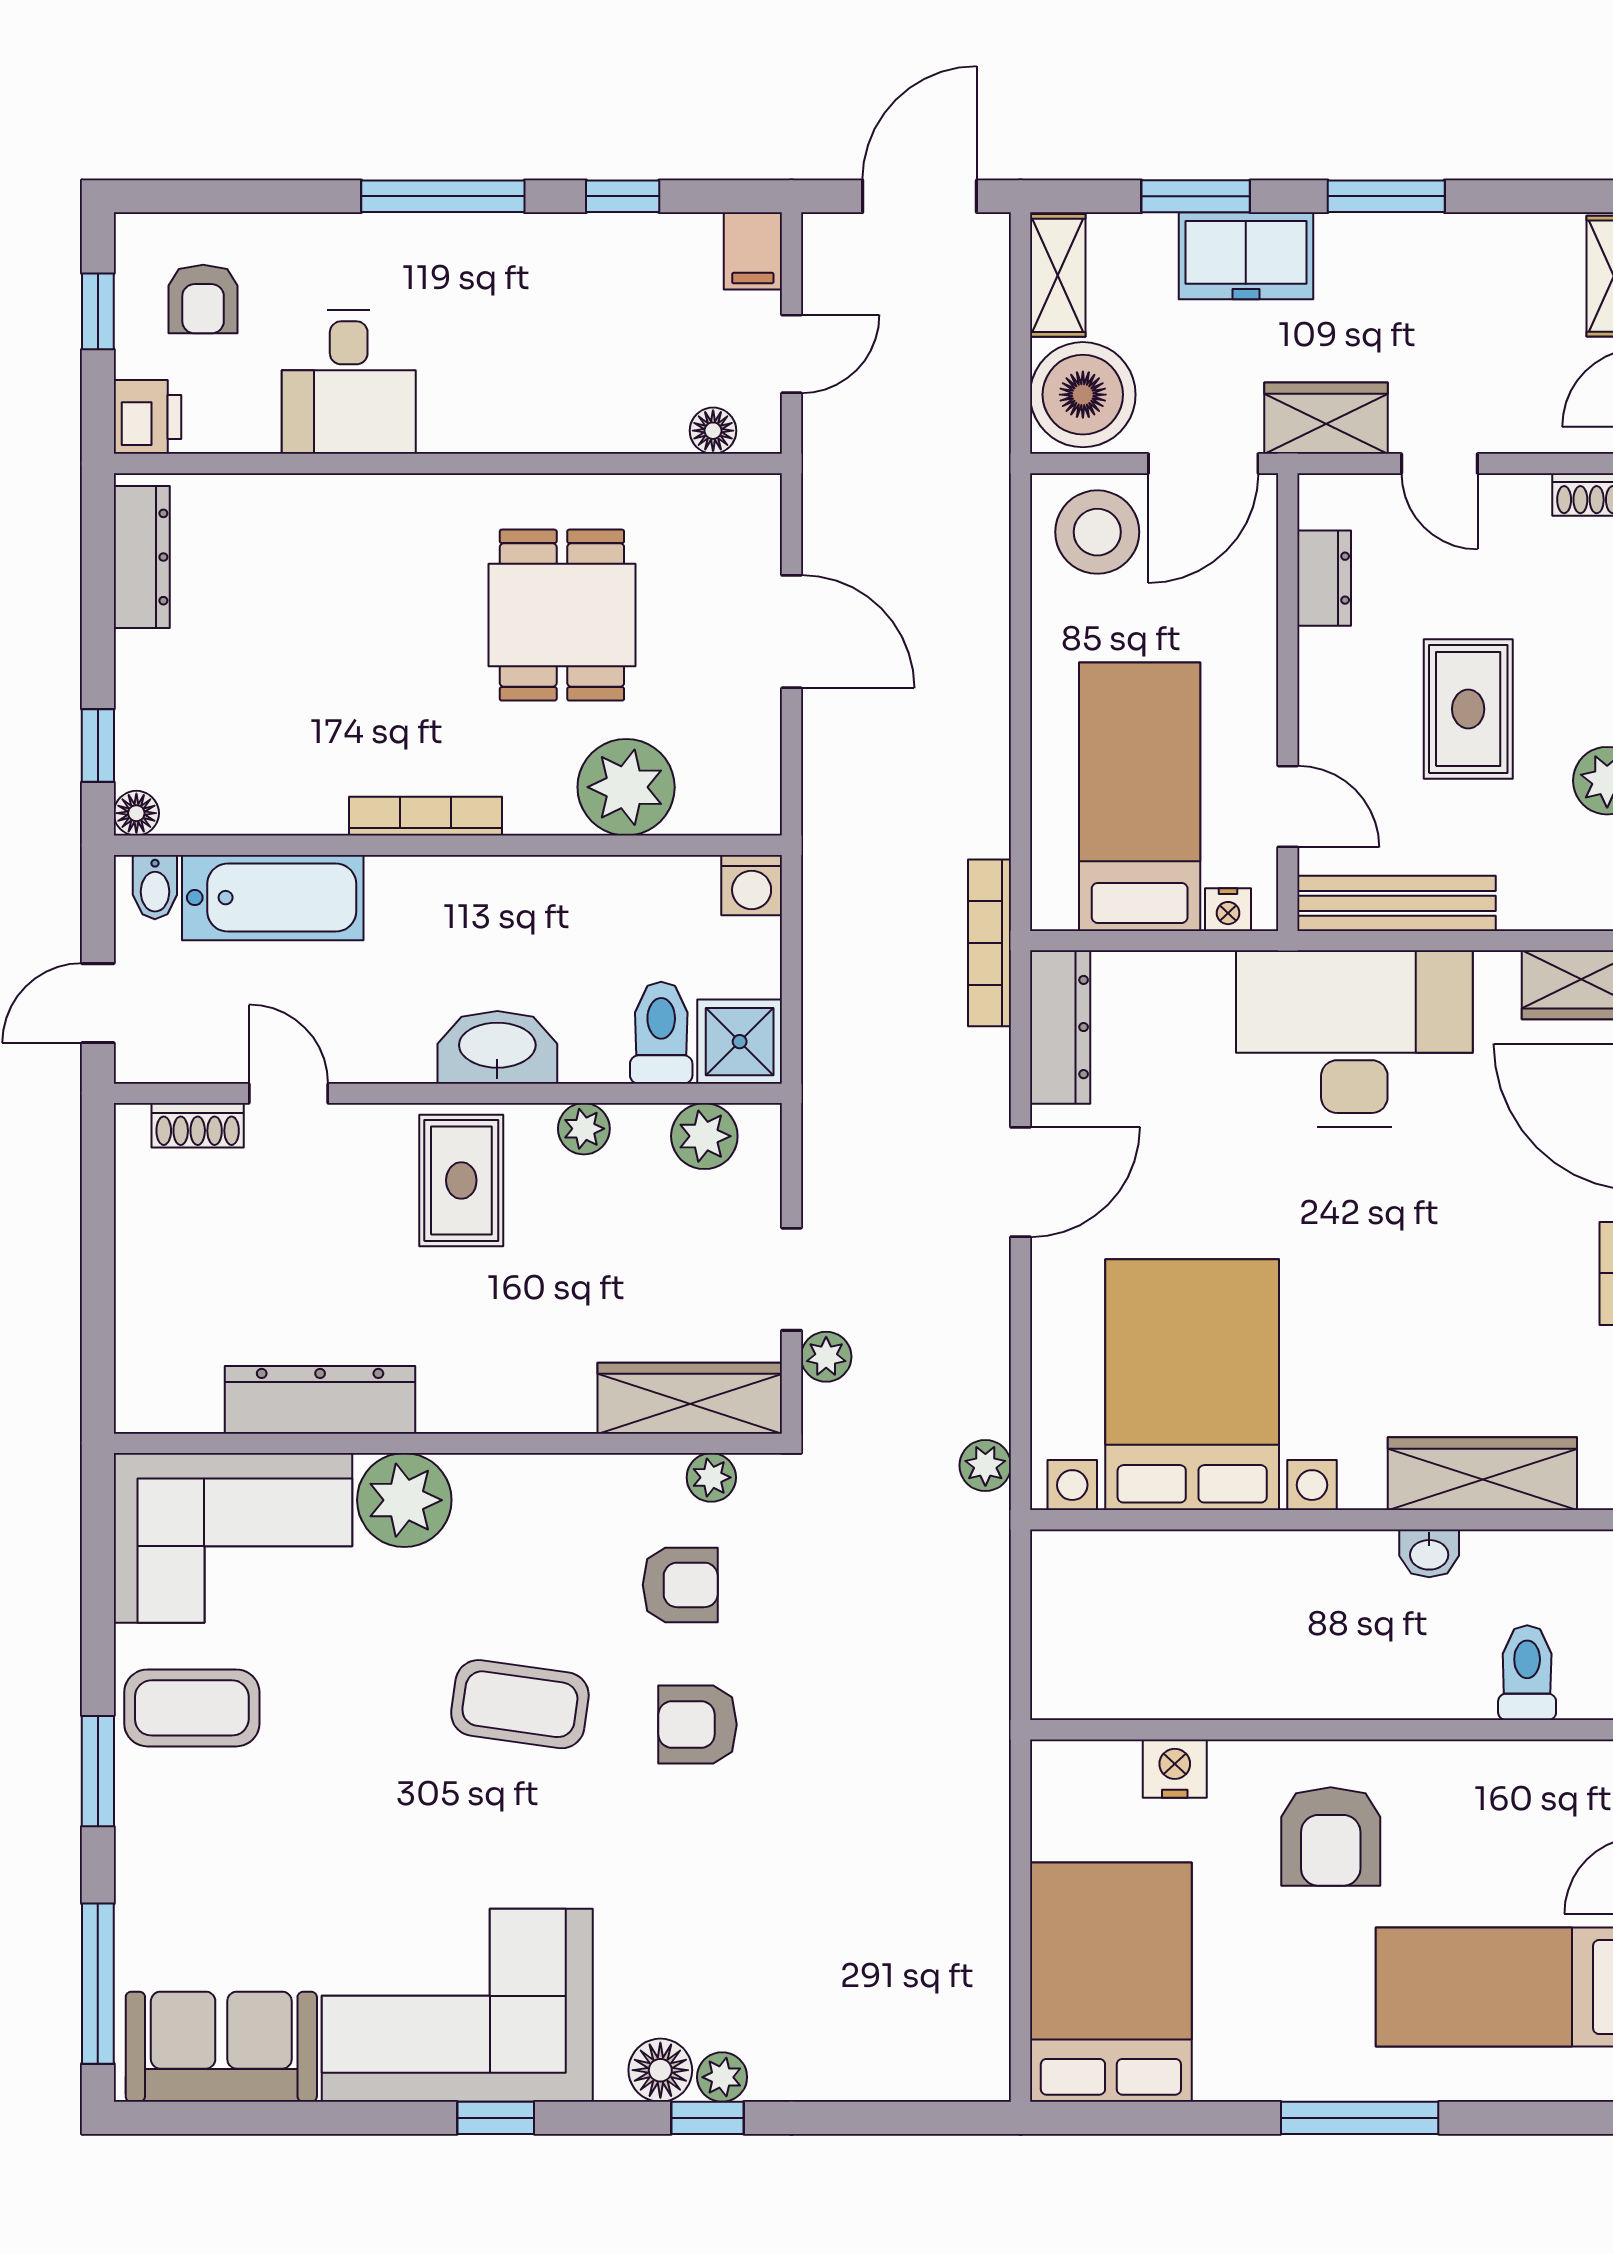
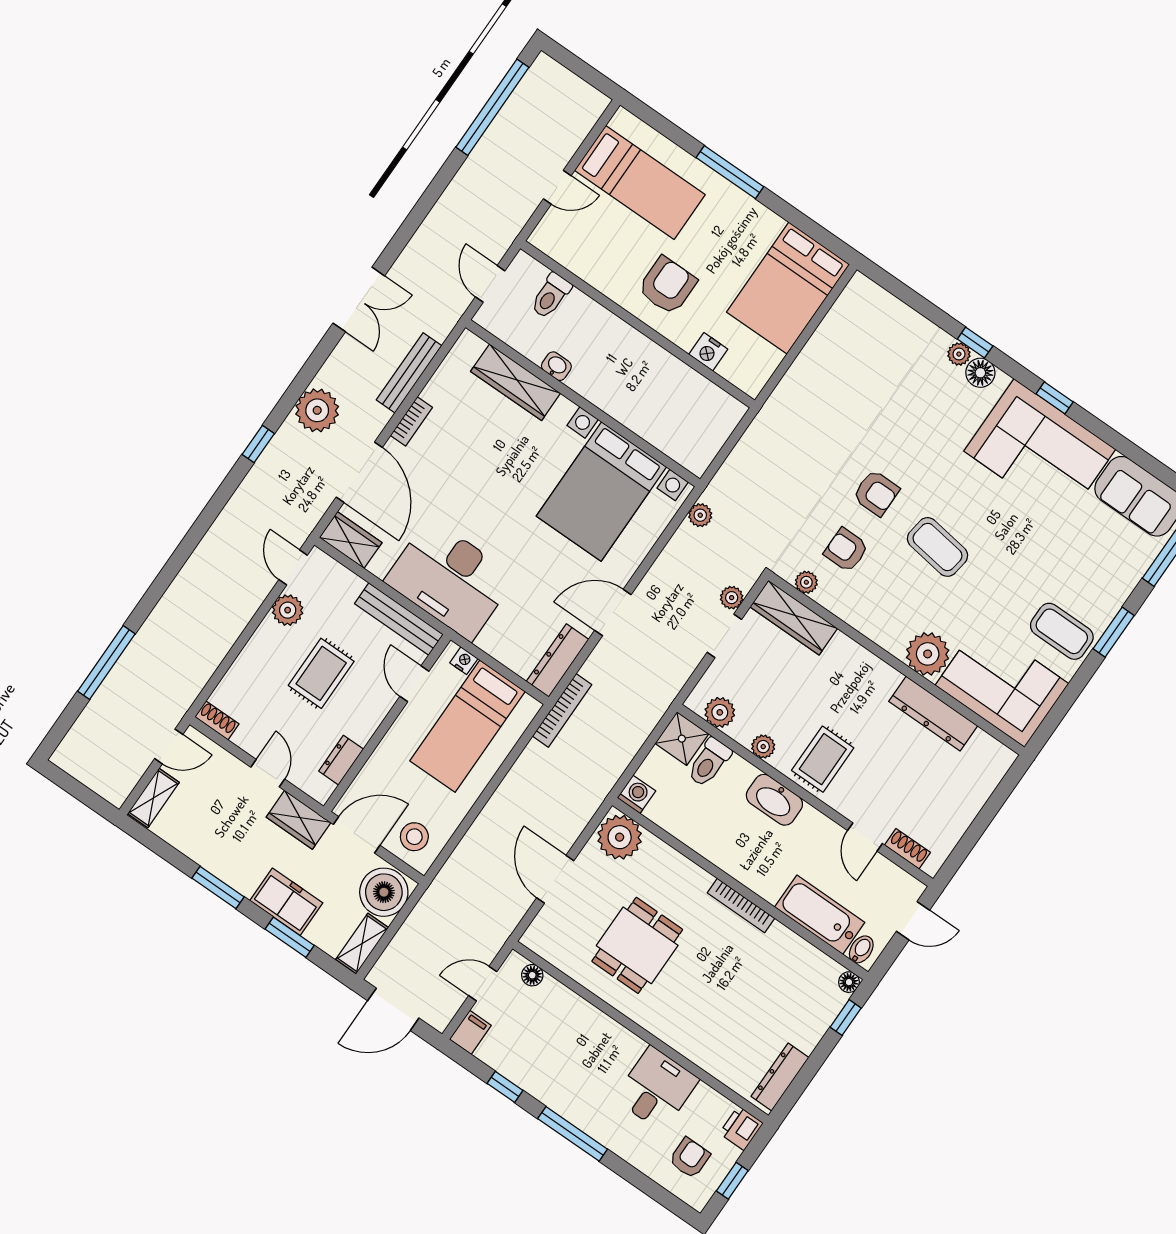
stool: (1097, 532) -> (414, 837), width x0.73, depth x0.73
plant: (626, 787) -> (620, 837), moved

